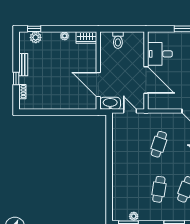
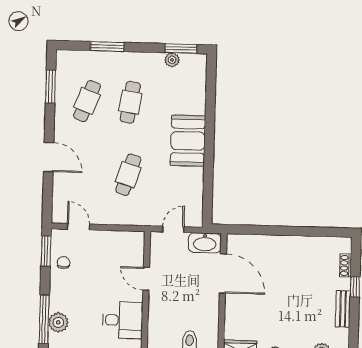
door: (146, 80) -> (146, 279), width x0.53
door: (130, 111) -> (173, 229), swing flipped
booth: (122, 166) -> (188, 141), added

